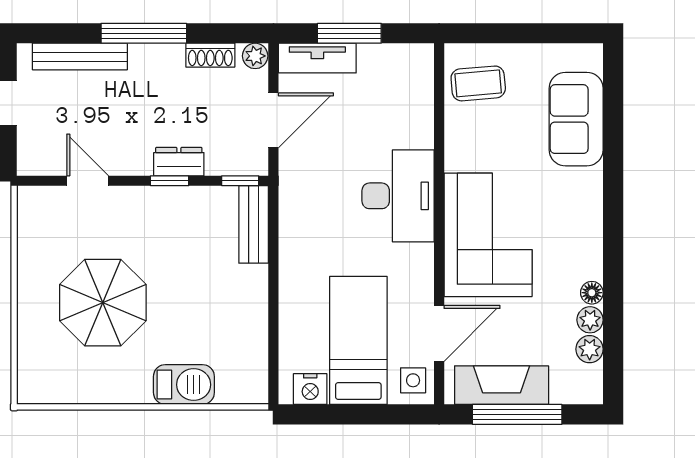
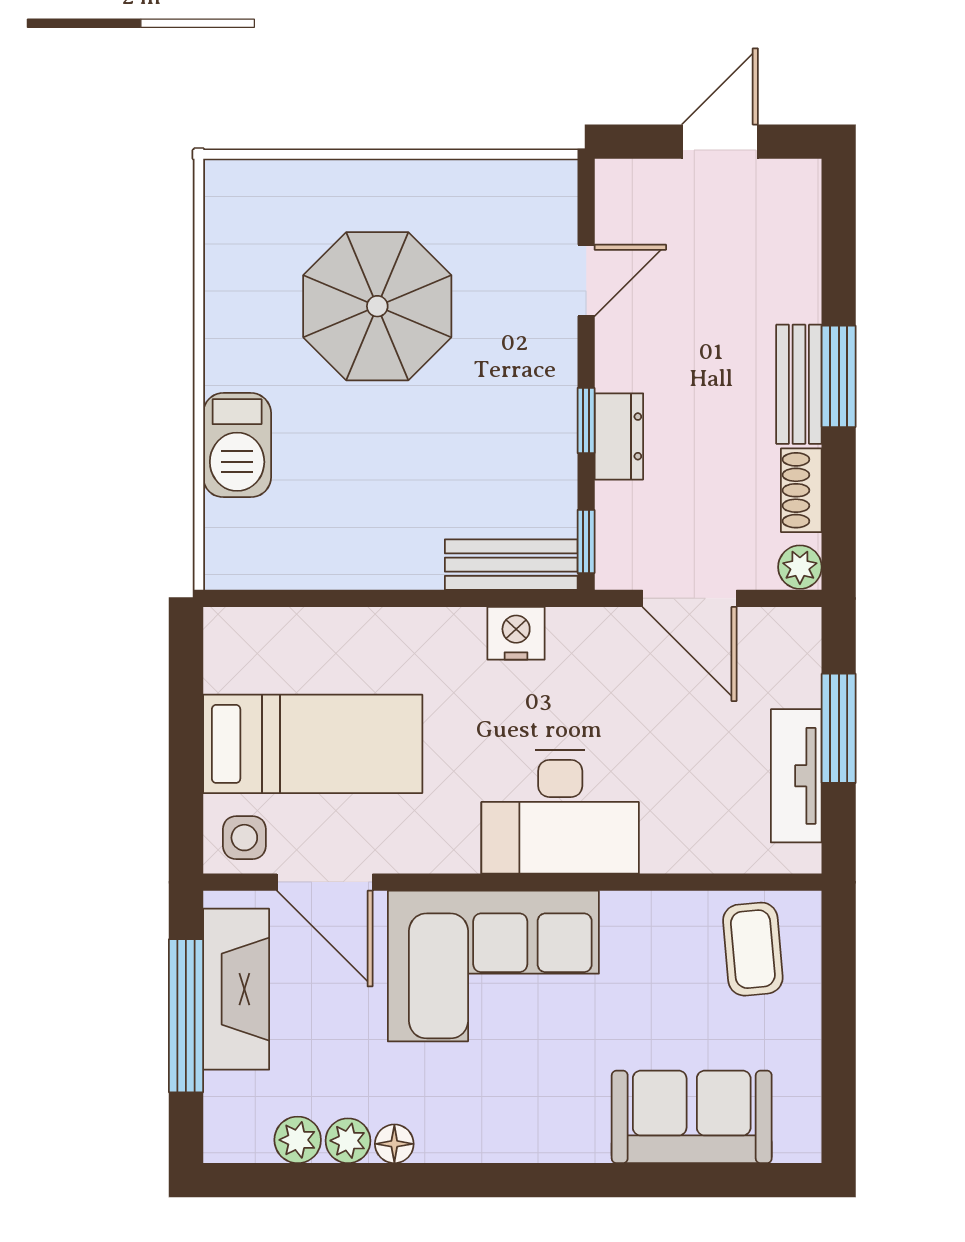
window: (144, 33) -> (839, 376), width x0.69
bench: (80, 57) -> (799, 384), moved, width x0.73
tv unit: (317, 58) -> (796, 776), moved
nightstand: (310, 389) -> (516, 633), moved, turned 90

